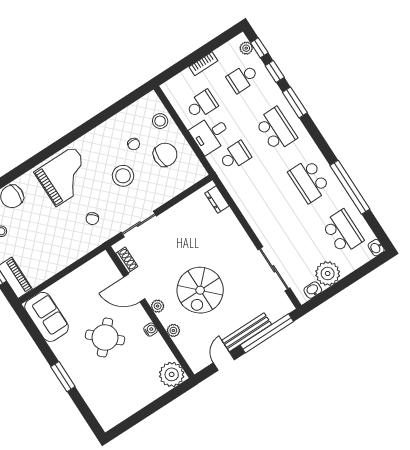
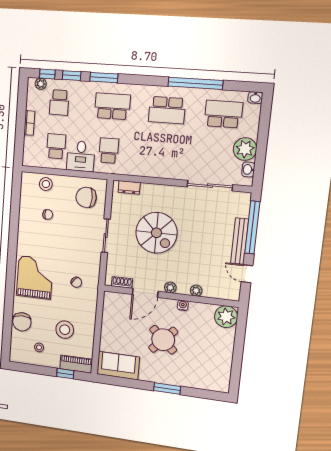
chair: (165, 155) -> (86, 197), moved, turned -90
stool: (123, 176) -> (65, 330), moved
sliding door: (139, 224) -> (106, 236), moved
spiral stairs: (200, 290) -> (156, 233), moved

